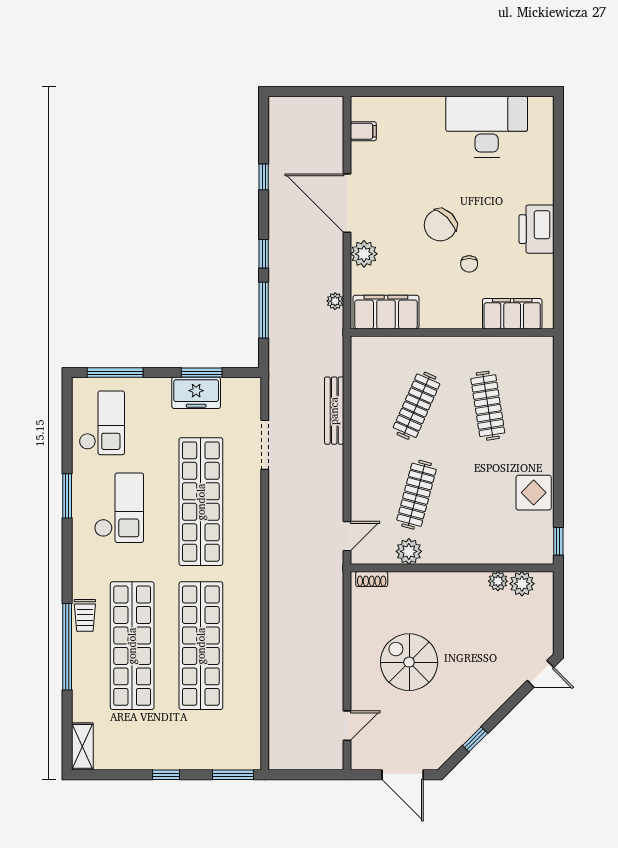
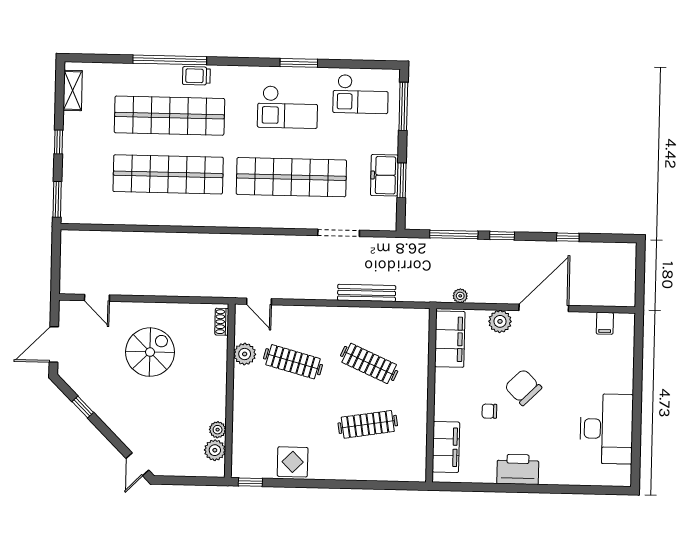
shelving: (82, 746) -> (73, 90), moved, turned 90

